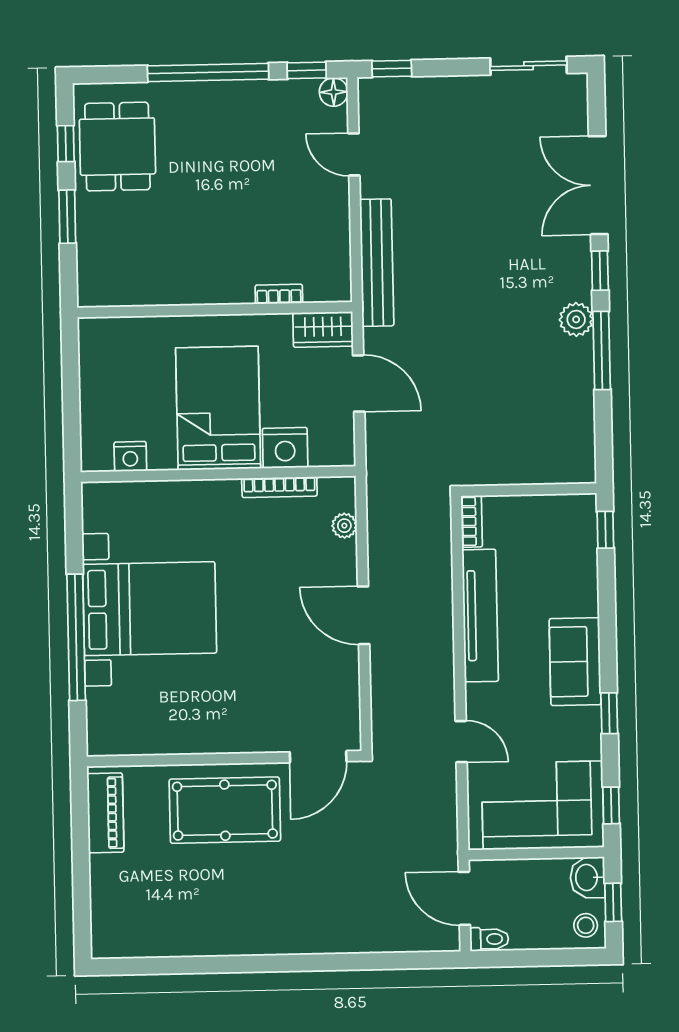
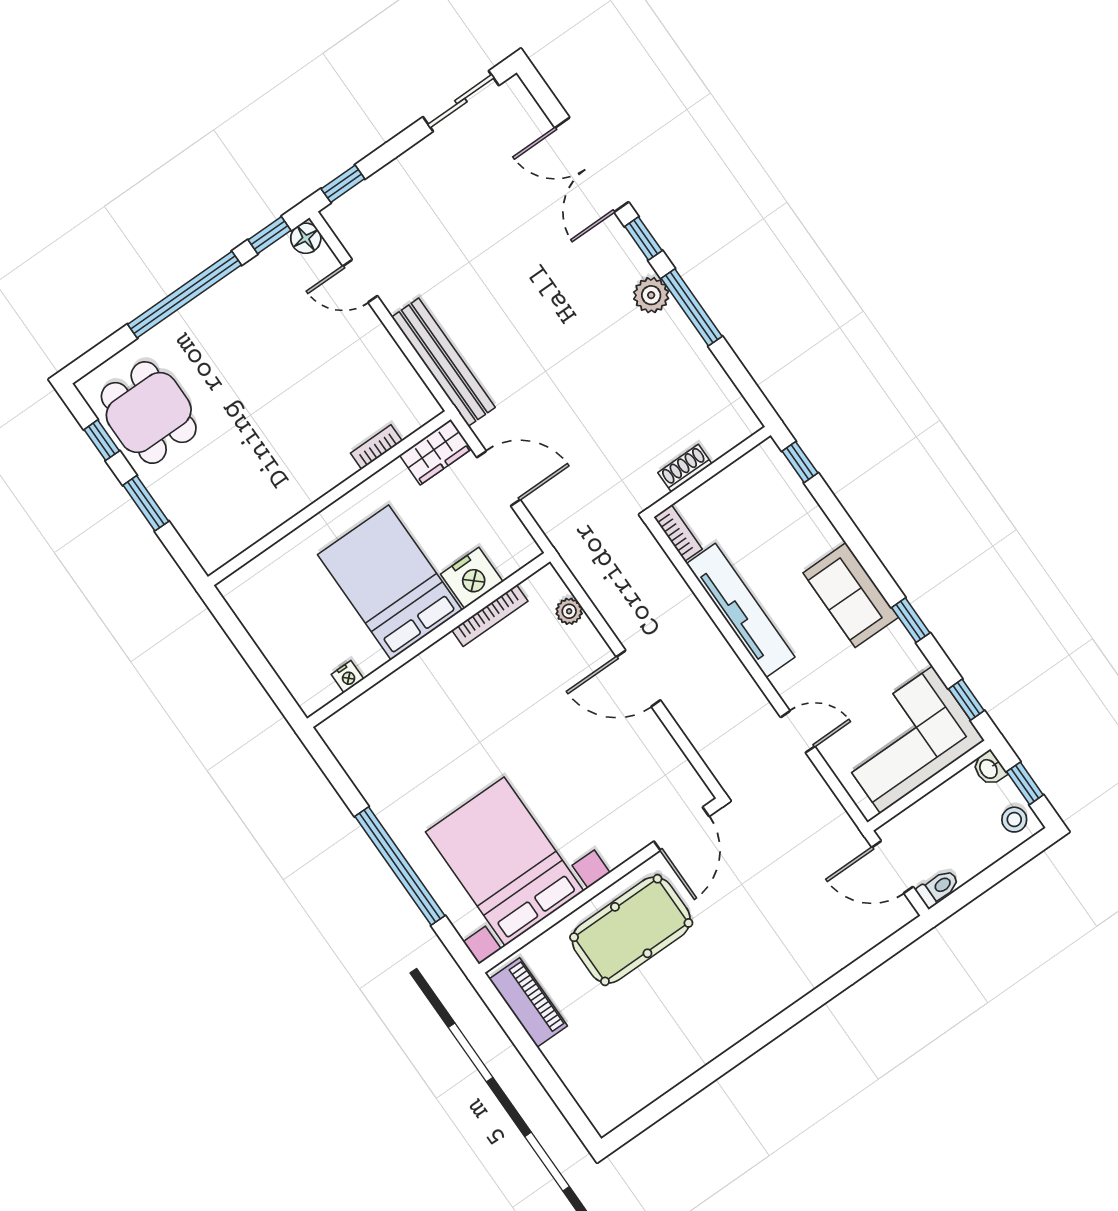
nightstand: (130, 456) -> (348, 677), width x0.72, depth x0.74
shoe rack: (511, 474) -> (685, 468), added
bed with nightstands: (150, 609) -> (505, 861), moved, turned -90
washbasin: (588, 877) -> (989, 769), width x0.72, depth x0.69

